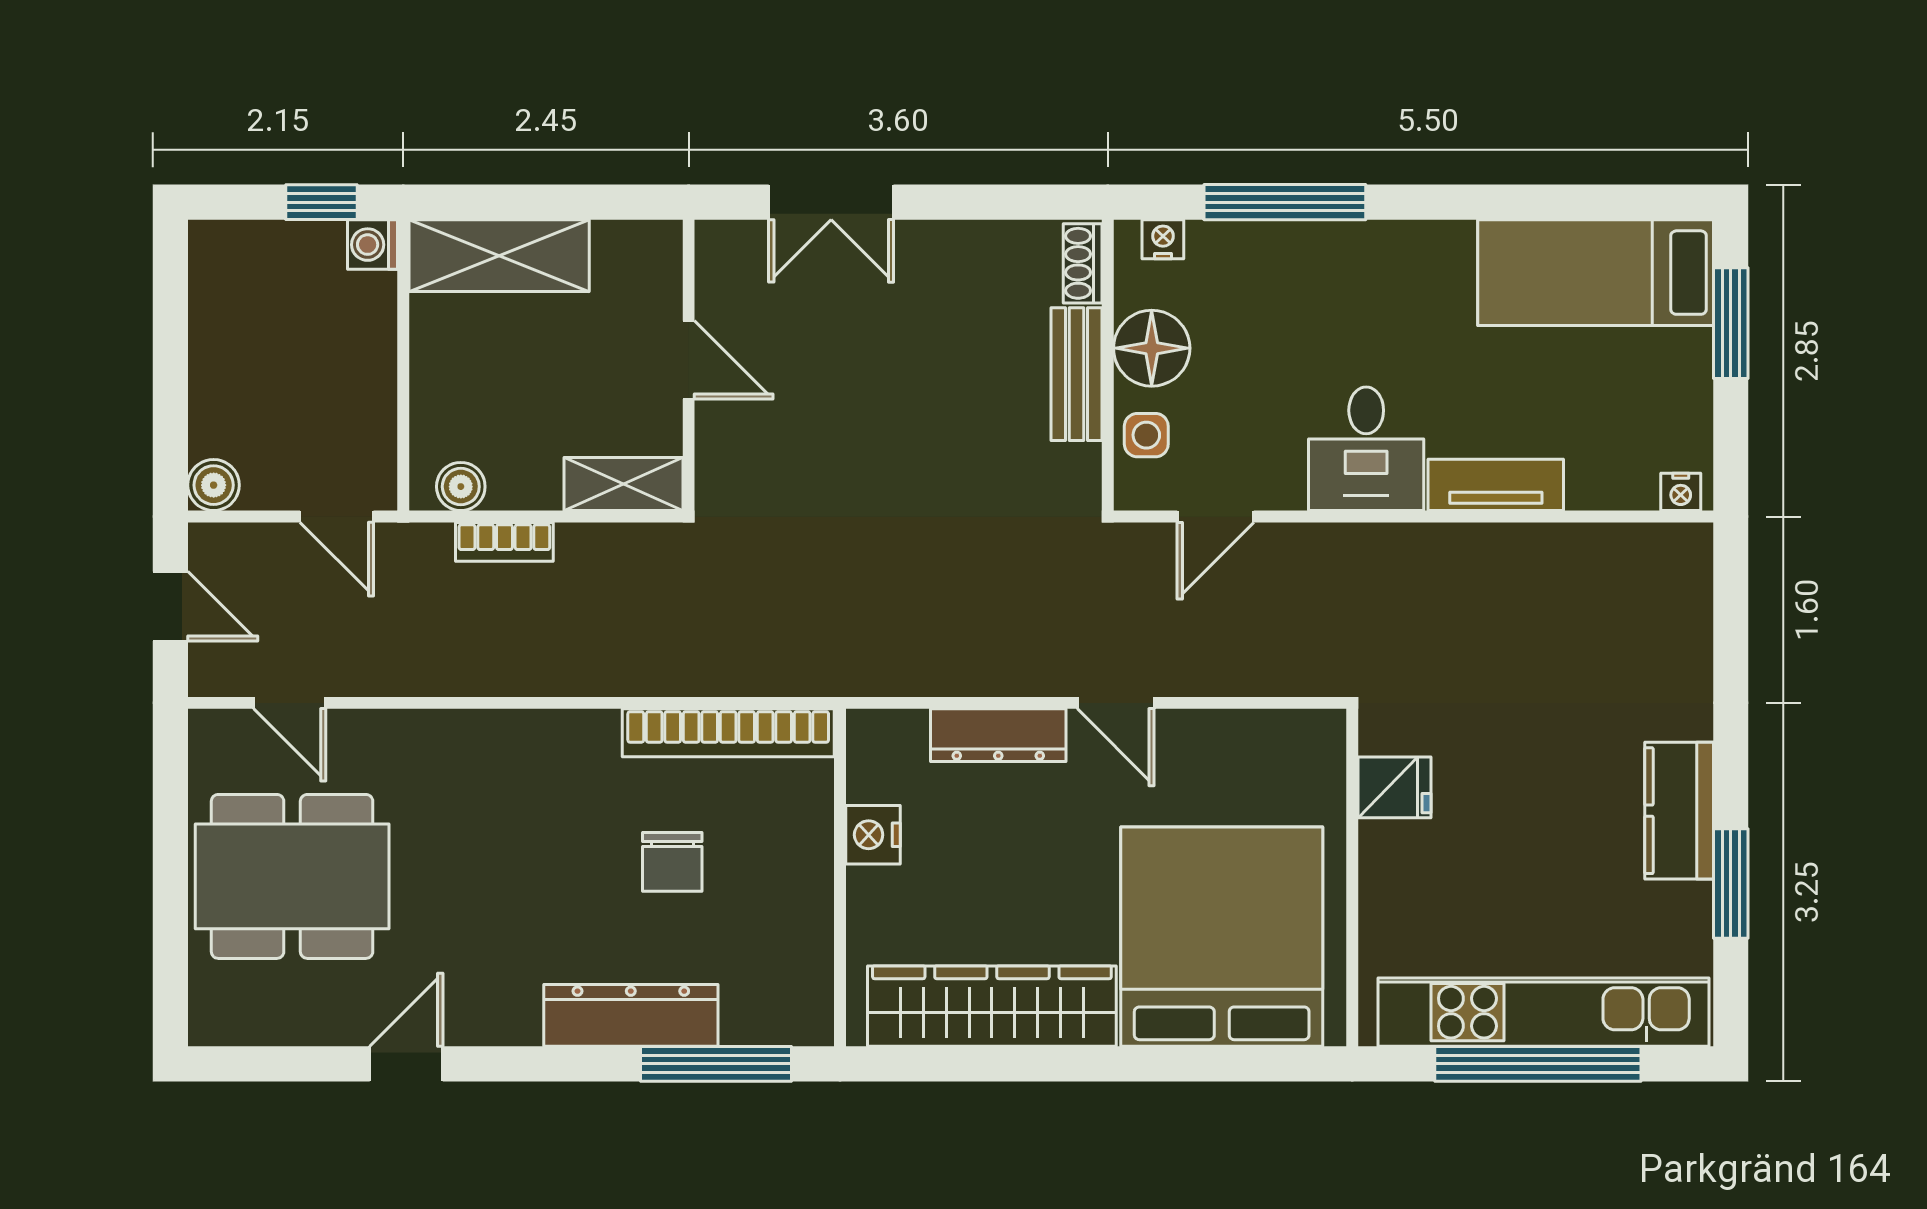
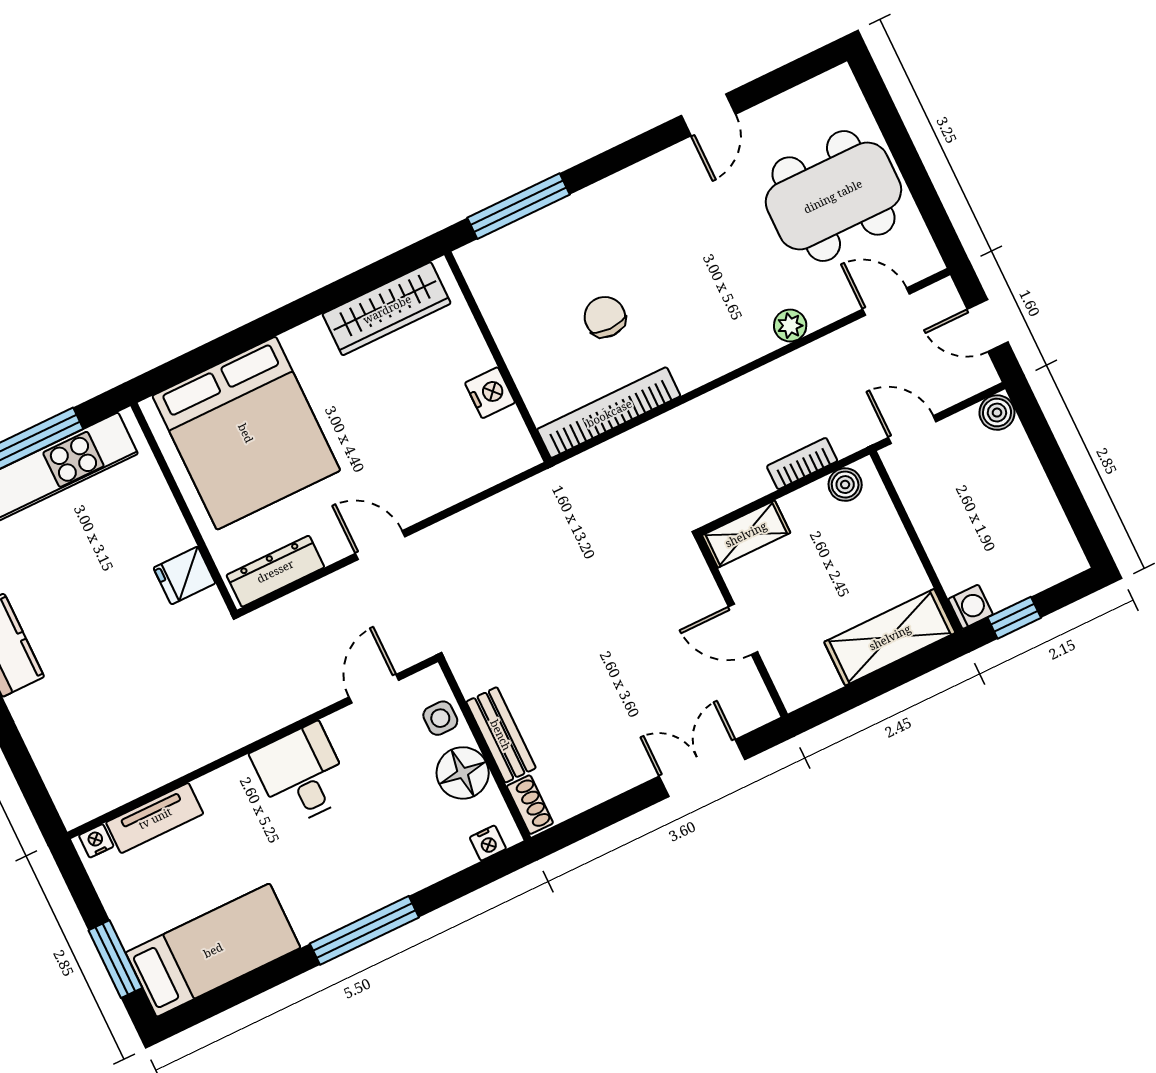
window: (1285, 202) -> (364, 930), moved
tv unit: (1496, 485) -> (155, 818), moved
plant: (432, 732) -> (790, 326), added
dresser: (998, 735) -> (275, 571), moved
wardrobe: (992, 1006) -> (387, 309), width x0.71, depth x0.85
dresser: (631, 1015) -> (585, 211), removed

